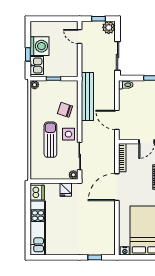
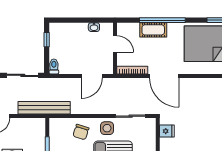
bench: (87, 96) -> (44, 108), moved
plant: (73, 175) -> (151, 123), removed

